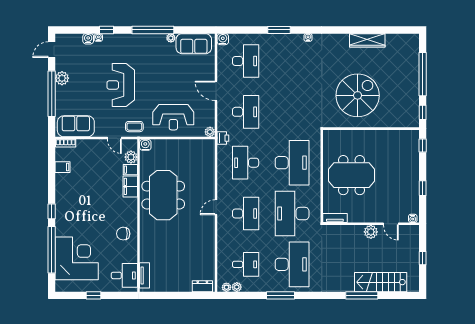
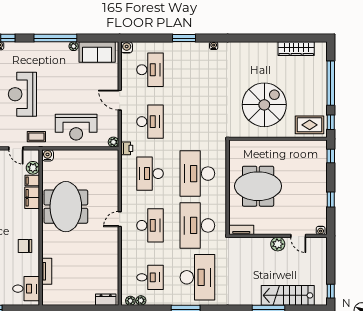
wardrobe: (367, 40) -> (296, 49), moved
rug: (402, 115) -> (310, 125), added
desk: (292, 163) -> (197, 174), turned 180
window: (423, 258) -> (331, 291), moved
tv unit: (145, 275) -> (47, 271), moved

